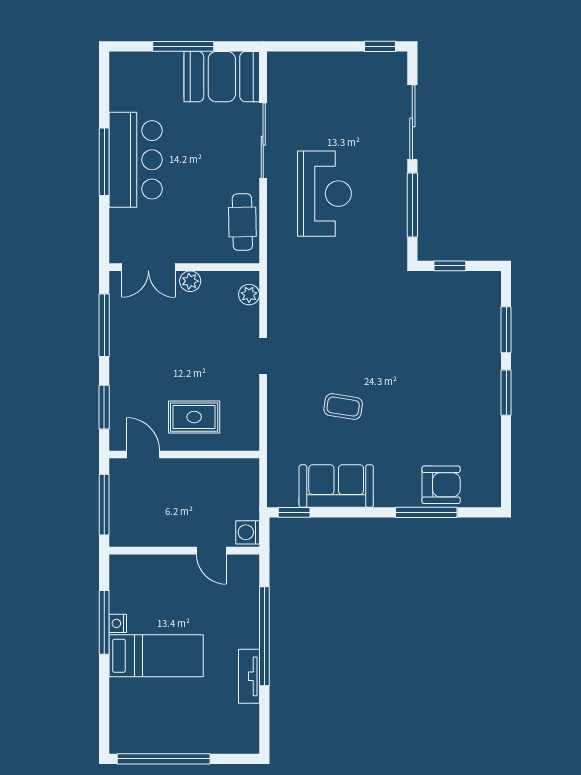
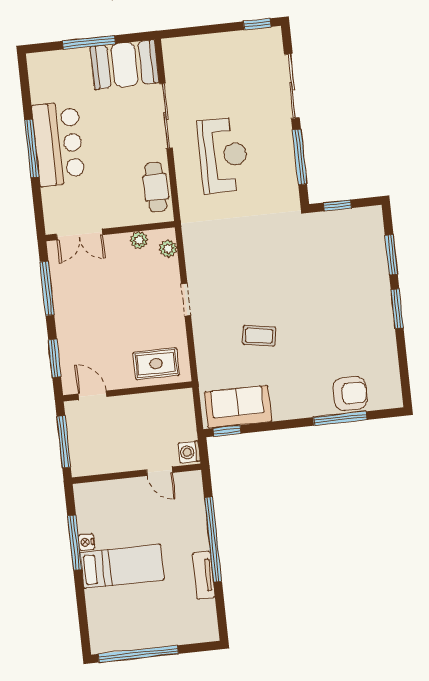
plant: (190, 281) -> (139, 240), moved
rug: (194, 417) -> (156, 364), moved
sofa: (336, 486) -> (238, 407), moved

